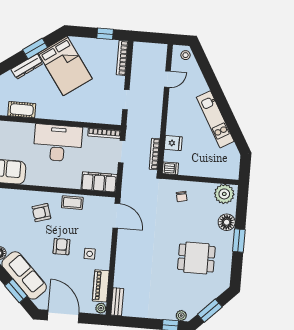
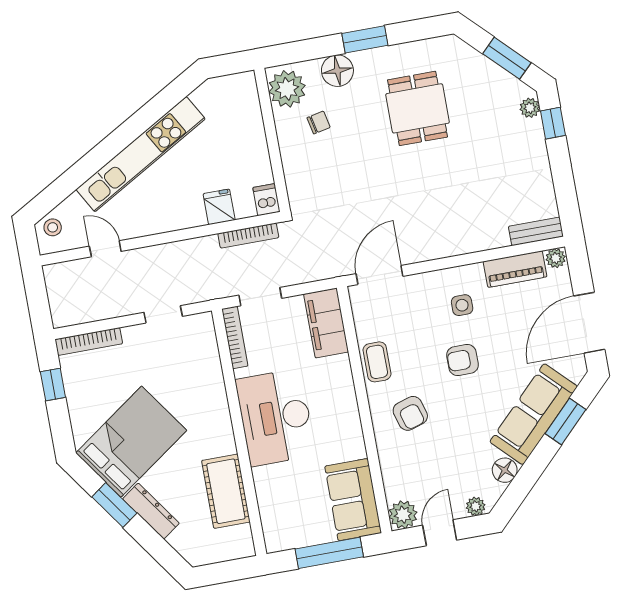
cot: (22, 110) -> (226, 491), width x1.37, depth x1.34
kitchen unit: (215, 119) -> (141, 154), width x1.36
chair: (182, 197) -> (319, 122), moved

